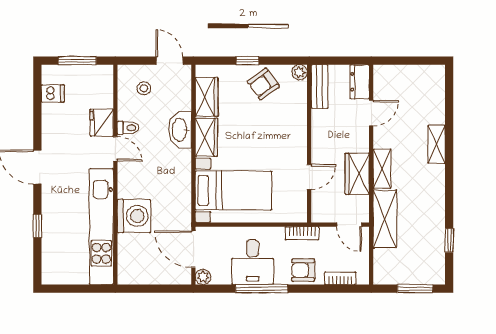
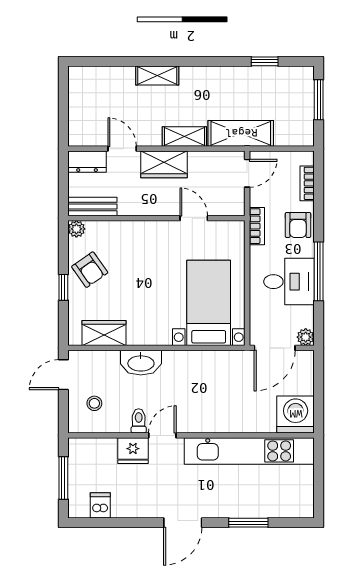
wardrobe: (206, 137) -> (149, 333), removed
wardrobe: (357, 174) -> (164, 164), moved
washing machine: (134, 216) -> (296, 414), moved
window: (37, 226) -> (248, 523), width x1.50

